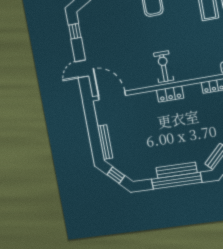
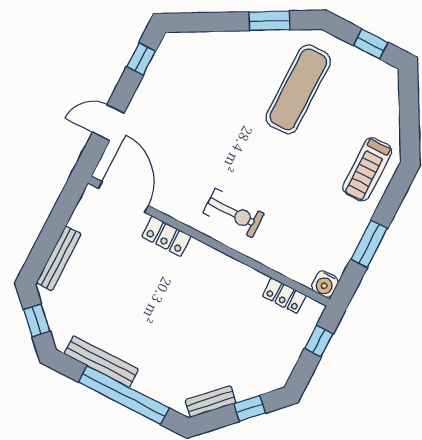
exercise bike: (164, 67) -> (234, 213), turned 90
locker: (170, 94) -> (166, 236), moved
bench: (177, 170) -> (101, 362), moved

